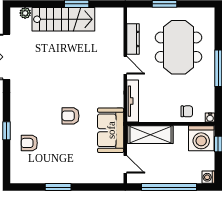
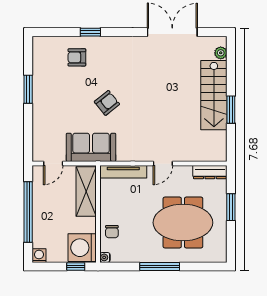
dresser: (133, 39) -> (210, 172), moved
armchair: (70, 116) -> (107, 103), turned 51
armchair: (29, 143) -> (77, 57), turned -90

